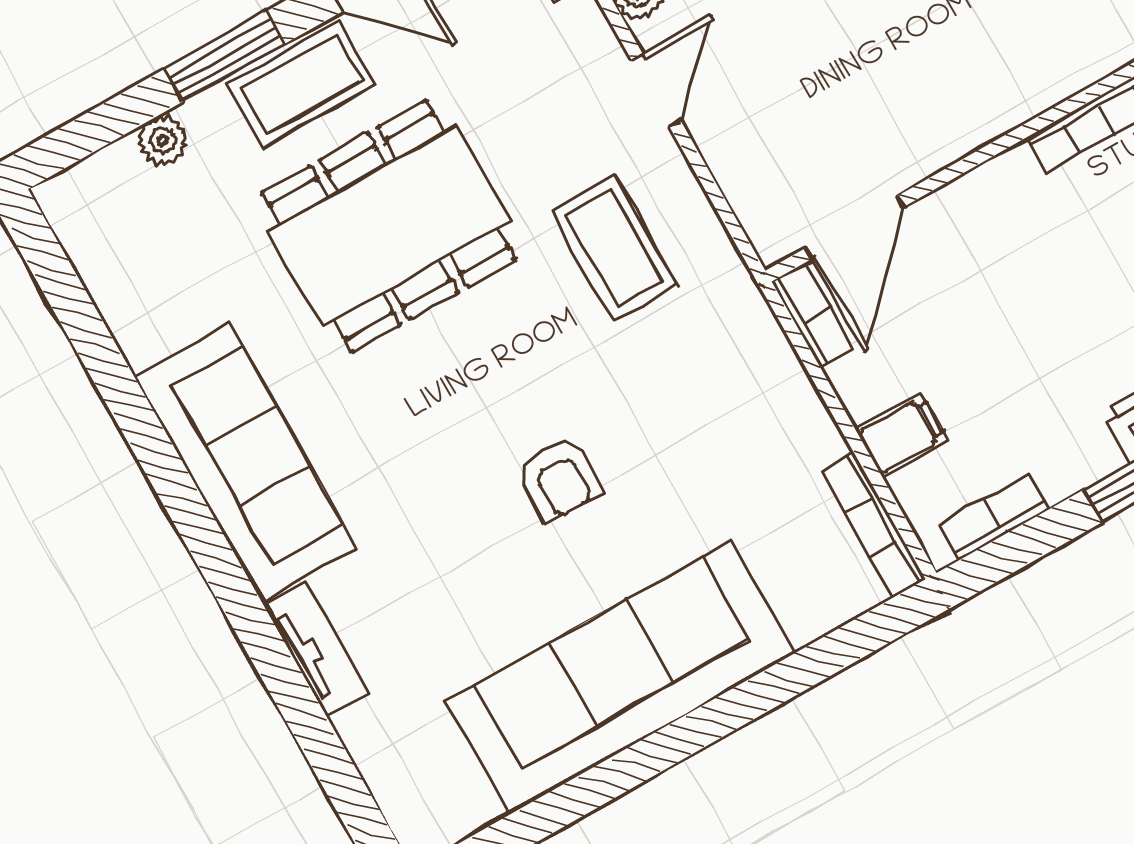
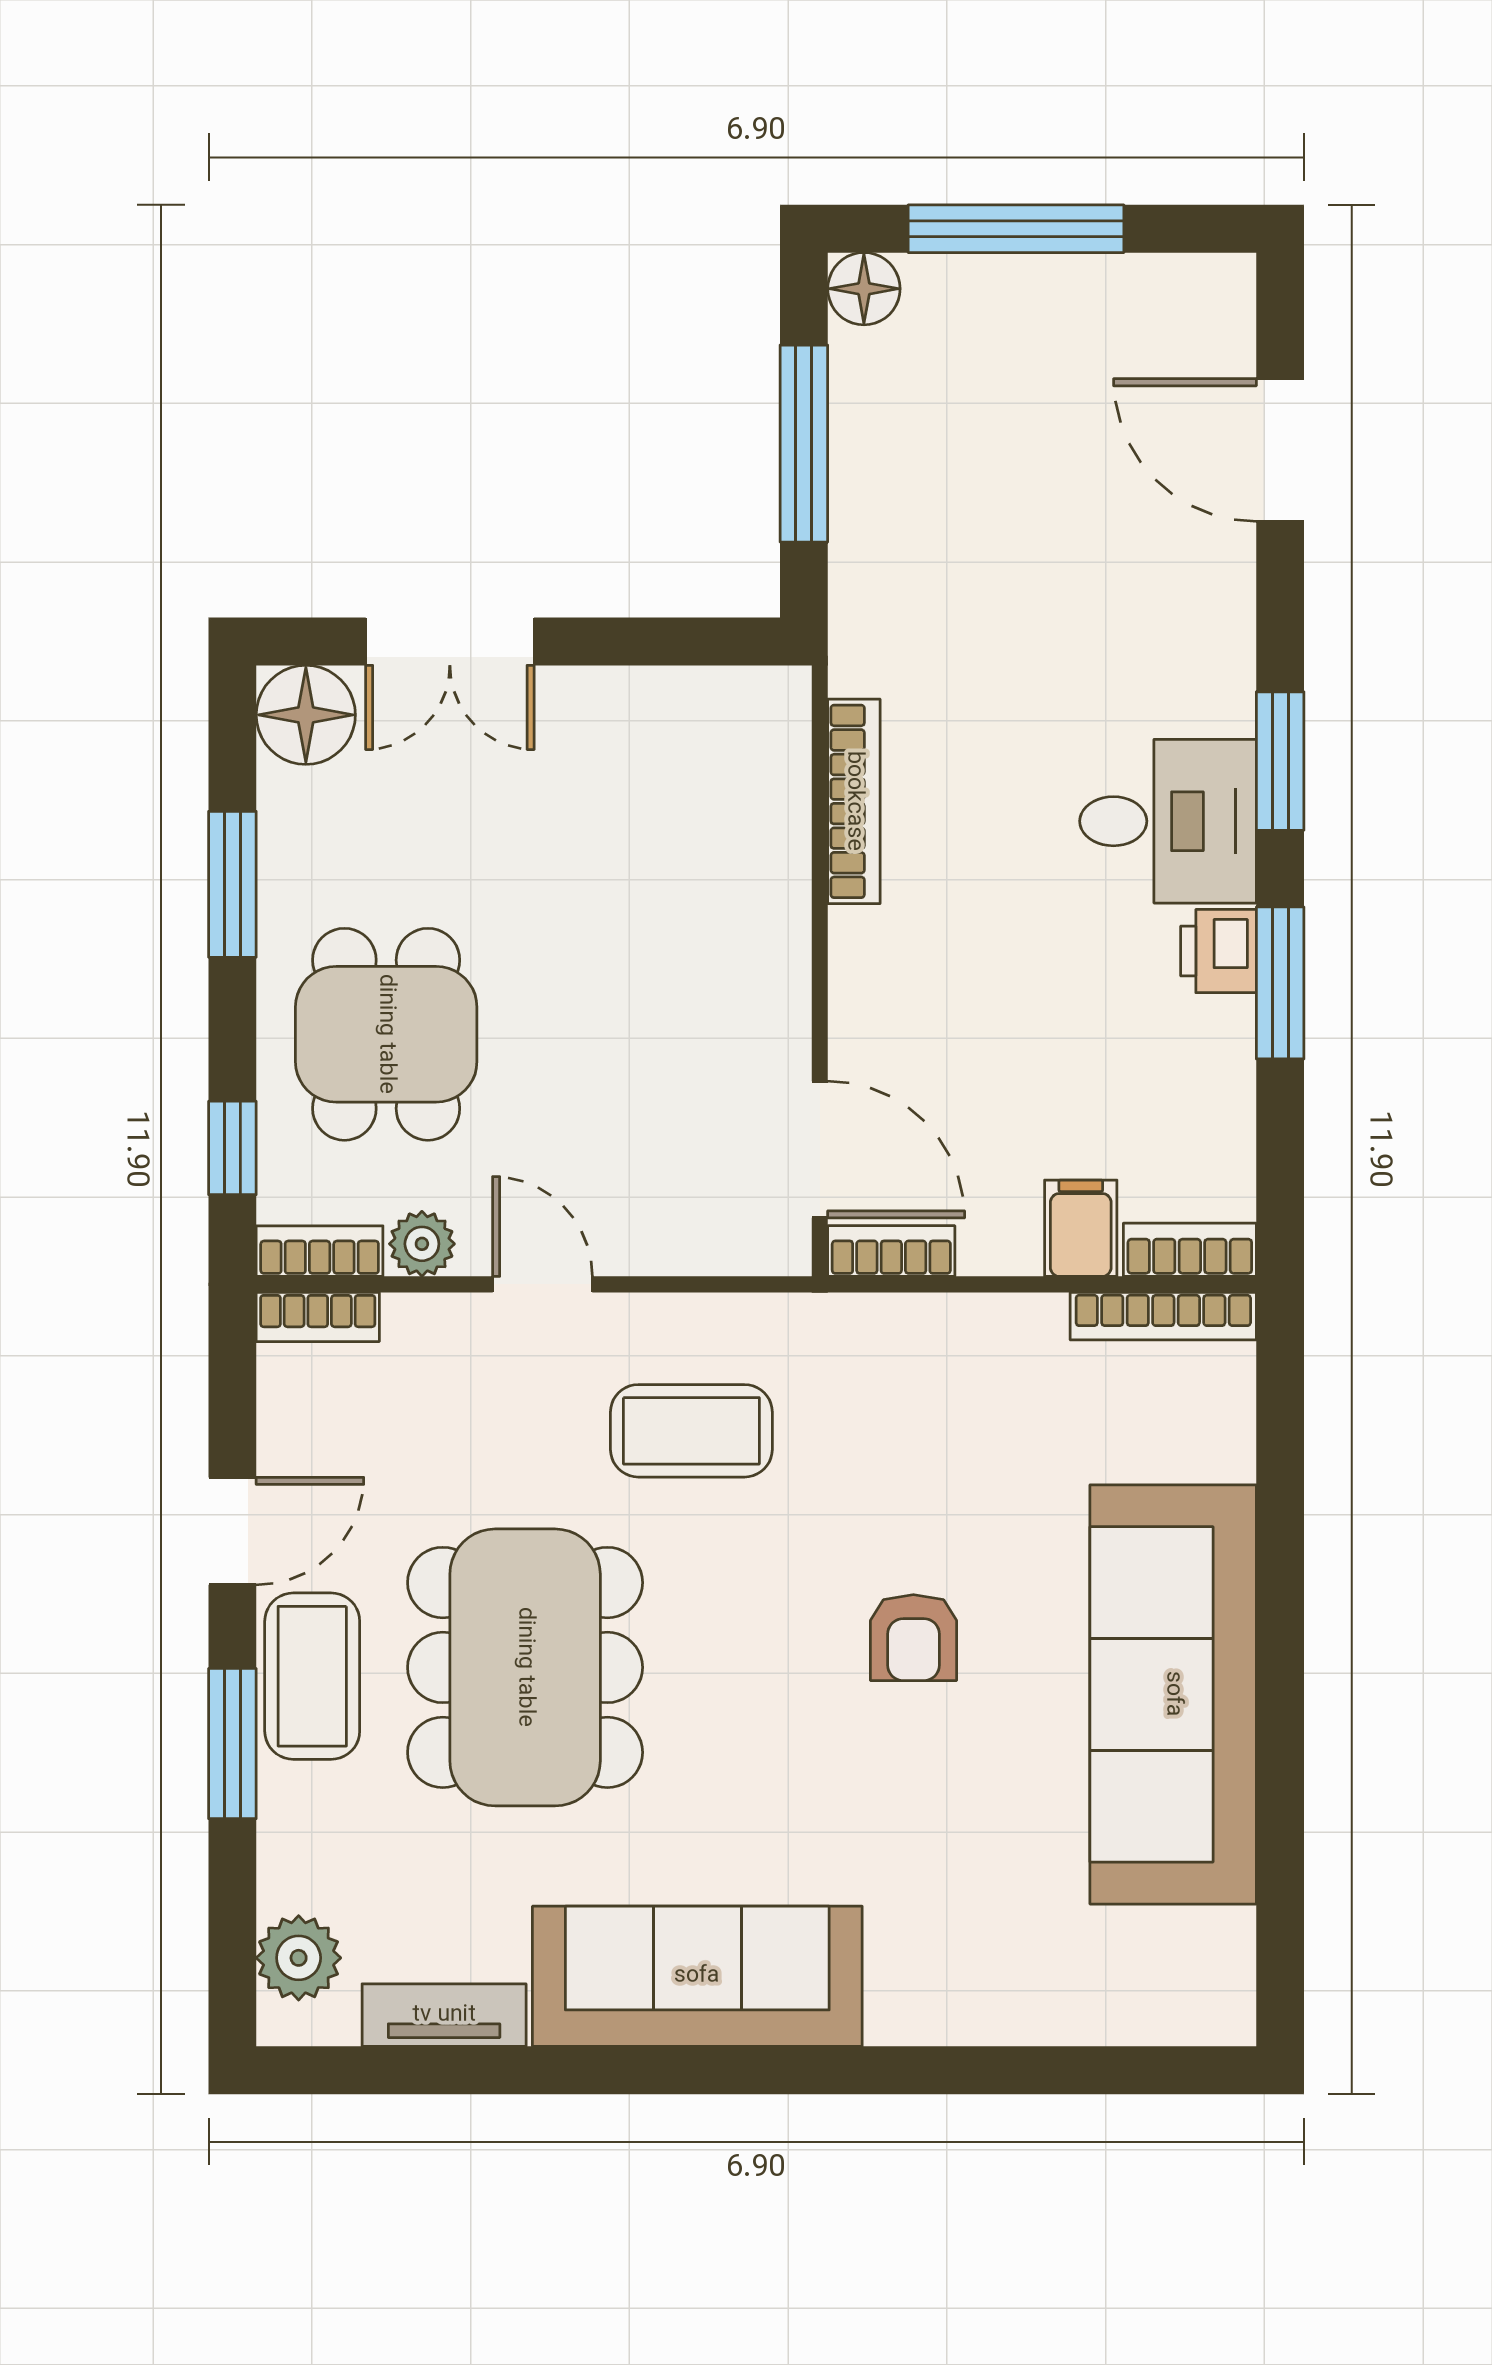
plant: (163, 140) -> (299, 1958), moved, width x1.38, depth x1.38
armchair: (559, 479) -> (913, 1638), turned 90
bookcase: (994, 517) -> (1190, 1250), moved, turned 90
tv unit: (316, 649) -> (444, 2015), moved

